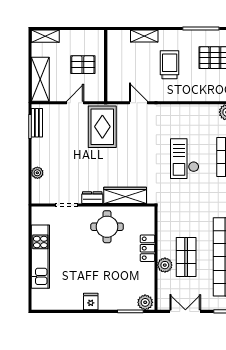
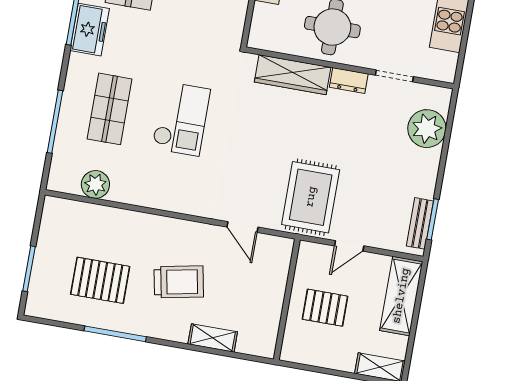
trolley: (170, 65) -> (179, 282), turned -101
plant: (37, 173) -> (427, 129), width x1.88, depth x1.88

